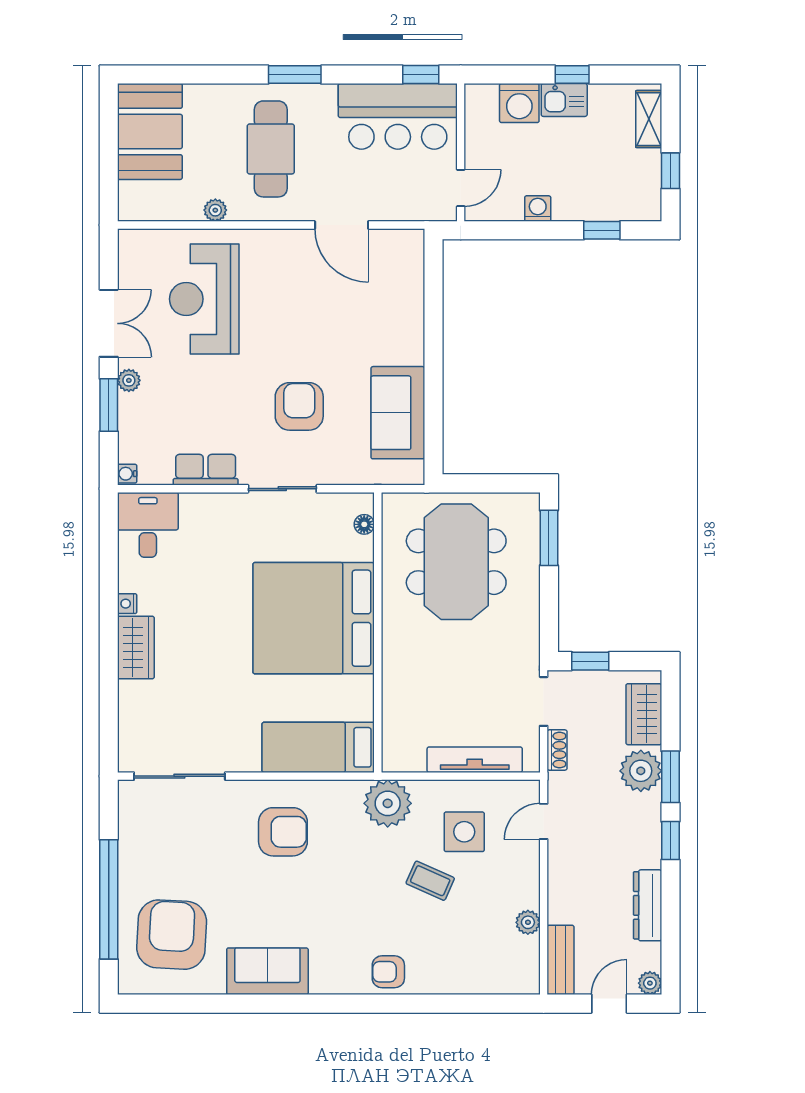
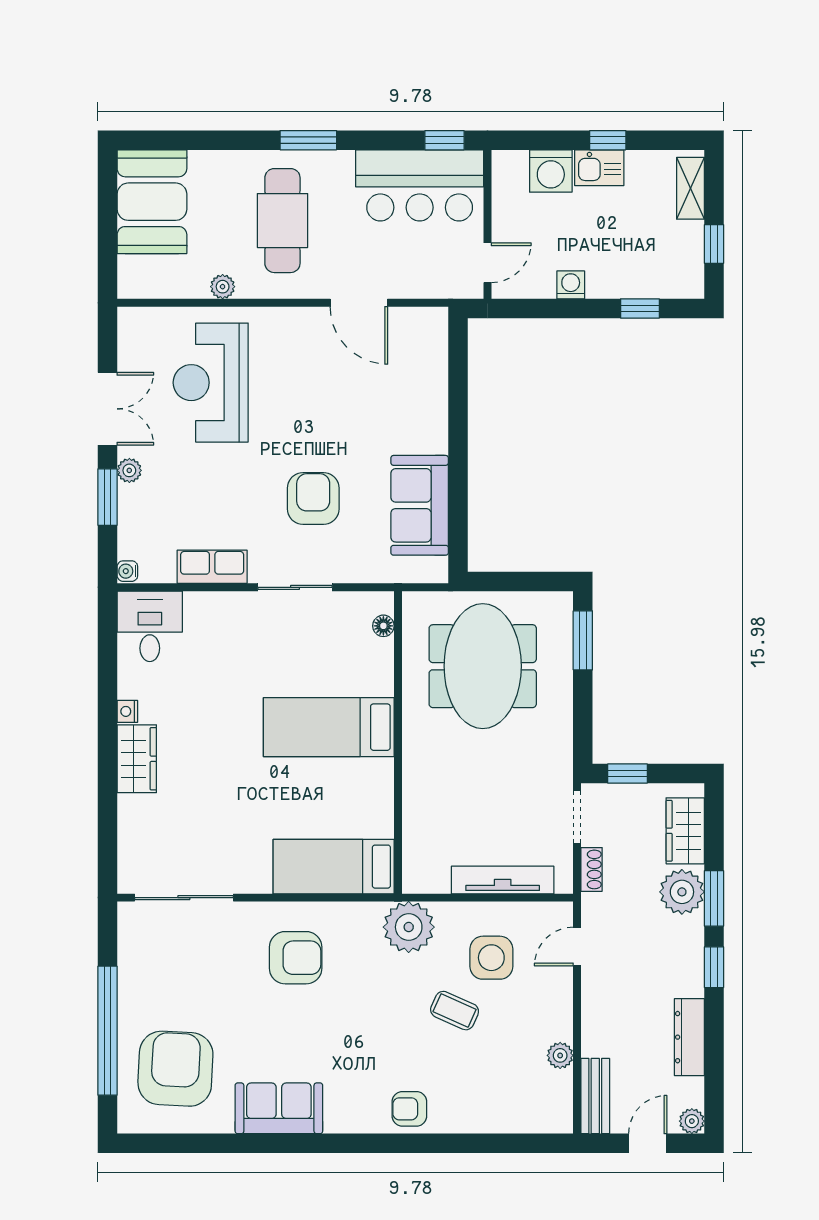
bed: (314, 618) -> (329, 727), width x0.49

